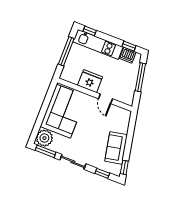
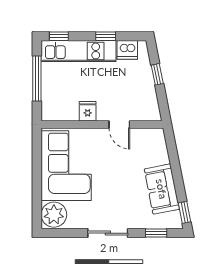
window: (129, 46) -> (106, 36), moved
window: (140, 77) -> (157, 74), width x0.46
fridge: (90, 81) -> (88, 111), width x0.53, depth x0.75
window: (46, 151) -> (63, 233), removed

